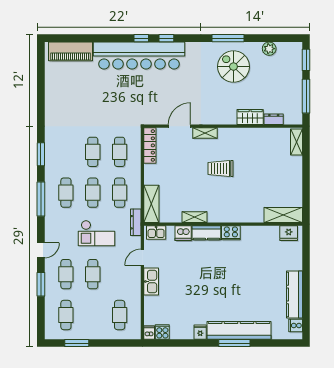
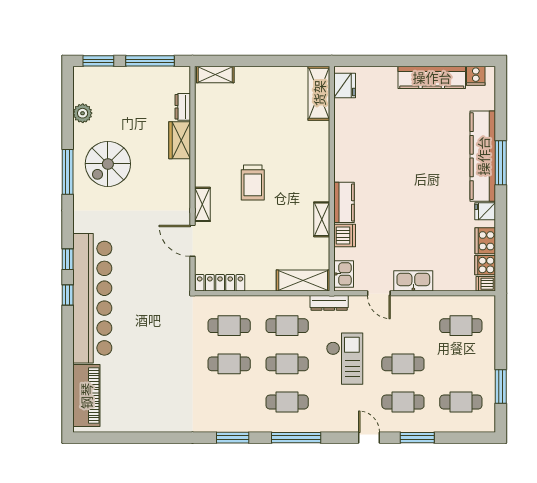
cooker: (231, 233) -> (485, 241), moved, turned 180

